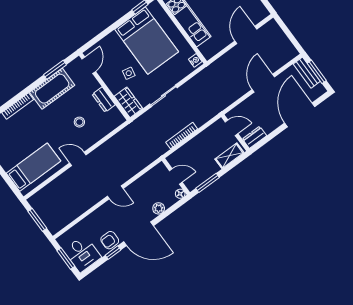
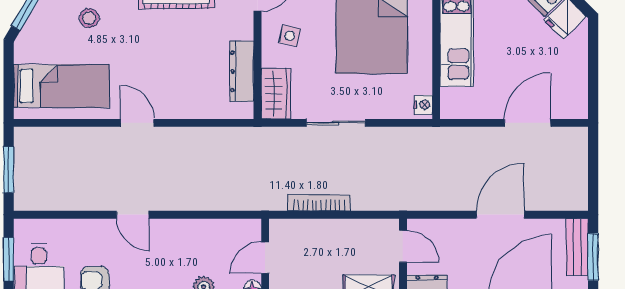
side table: (129, 73) -> (290, 36), moved
dresser: (104, 100) -> (242, 71), width x1.44
stool: (79, 122) -> (89, 18), moved
door: (176, 176) -> (265, 258), swing flipped
door: (115, 192) -> (133, 215), moved

